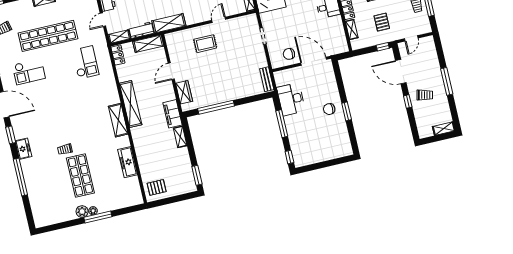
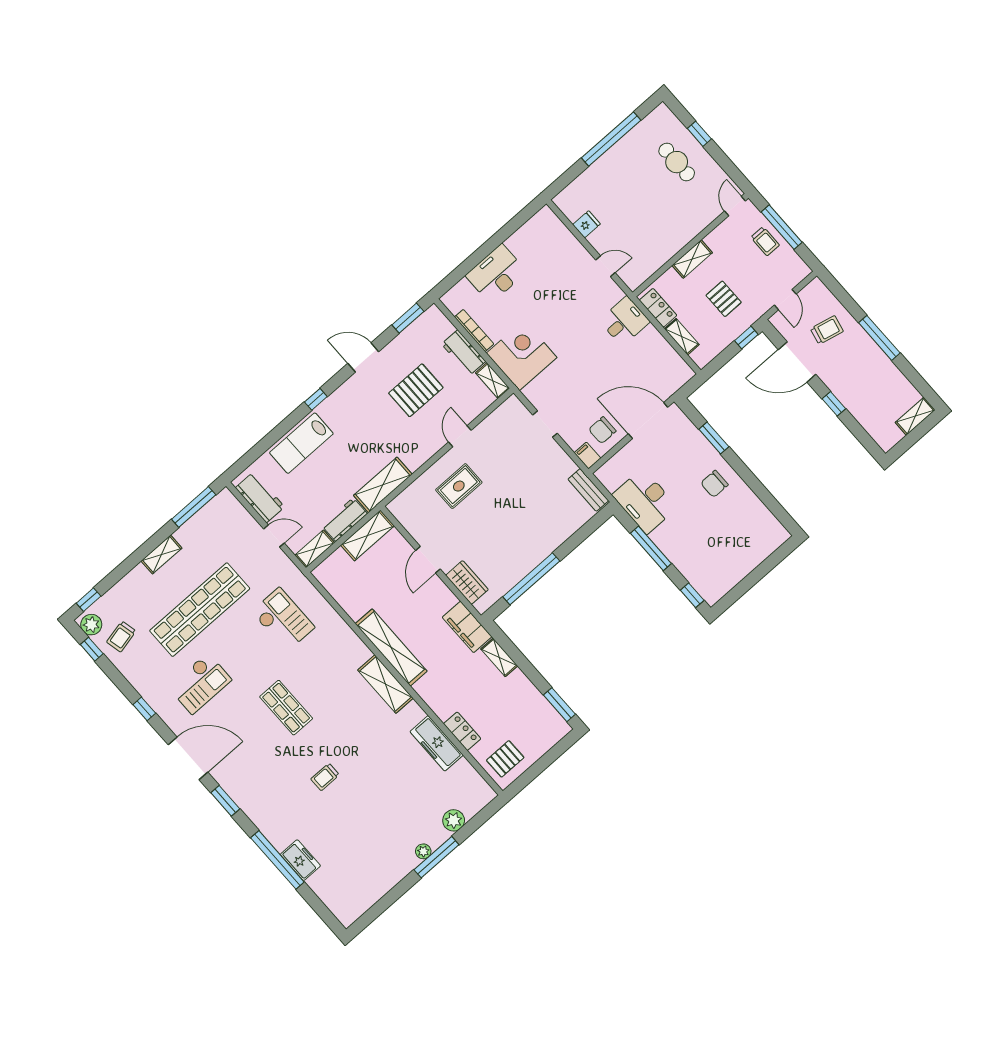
door: (103, 20) -> (274, 536), swing flipped
locker: (118, 55) -> (462, 731), moved
filing cabinet: (275, 62) -> (587, 456), added
trolley: (425, 95) -> (827, 330), moved
window: (347, 111) -> (714, 438), moved
freezer: (23, 149) -> (300, 860), moved
shop shelf: (80, 175) -> (286, 708), moved, width x0.70, depth x0.74
plant: (82, 212) -> (454, 820), moved

